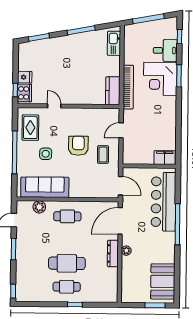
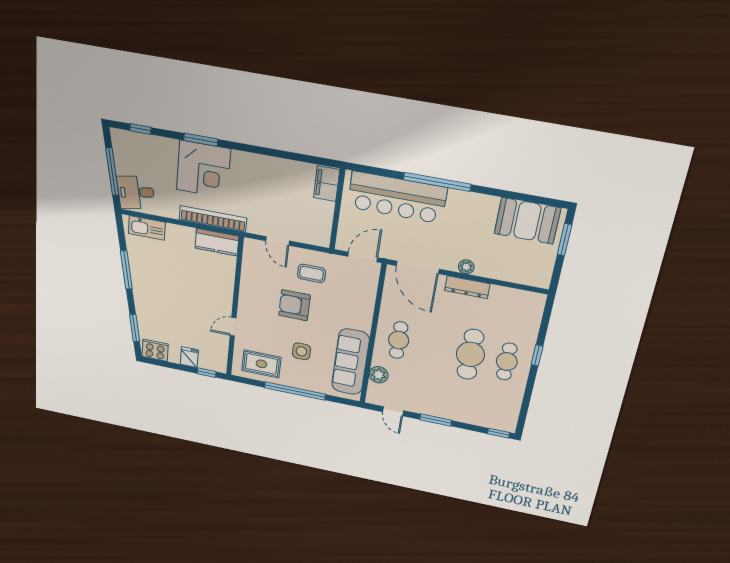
desk: (165, 50) -> (136, 192), moved, turned -100
cooker: (24, 93) -> (155, 350), moved

